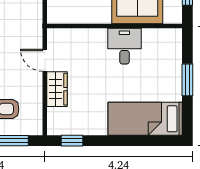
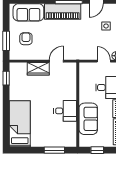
window: (187, 80) -> (54, 150), moved

